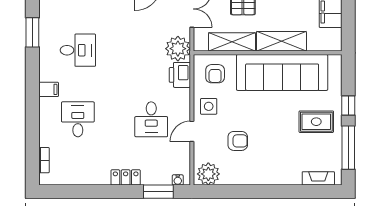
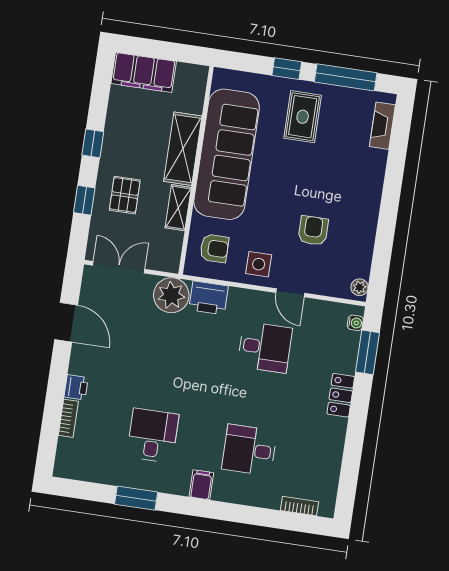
window: (32, 32) -> (136, 498), moved
shelving: (232, 42) -> (178, 208), width x0.67, depth x0.75
plant: (208, 174) -> (359, 287), width x0.53, depth x0.53

